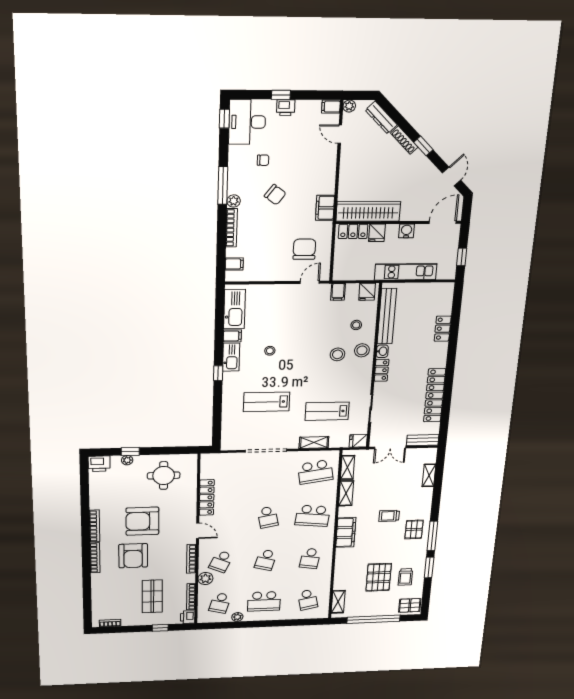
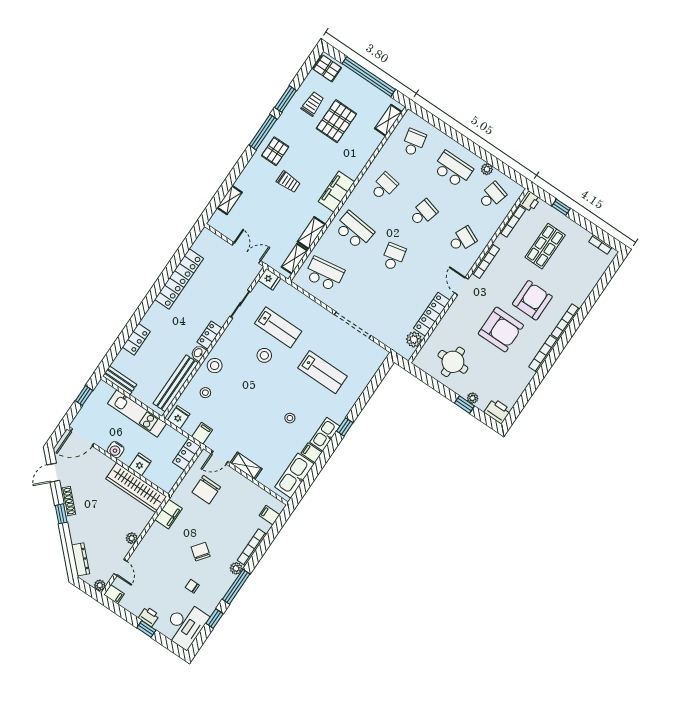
window: (224, 119) -> (215, 619), moved
shoe rack: (404, 140) -> (68, 501), moved
plant: (345, 166) -> (132, 538), added
locker: (353, 231) -> (187, 454), moved, turned -90
stool: (337, 354) -> (264, 355), moved
bench: (423, 440) -> (120, 380), moved
shelving: (314, 443) -> (246, 466), moved
plant: (205, 579) -> (414, 339), moved

